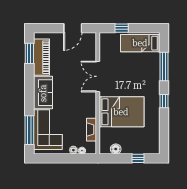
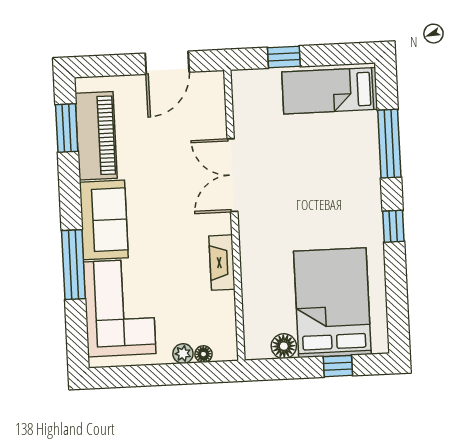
bed: (121, 112) -> (332, 303), moved, turned -90
window: (29, 130) -> (73, 265), moved
fireplace: (92, 130) -> (222, 263), moved

